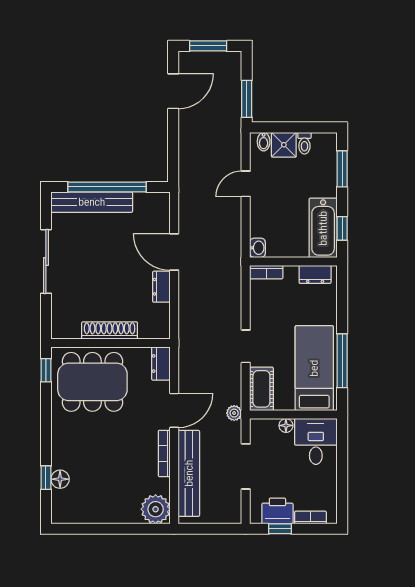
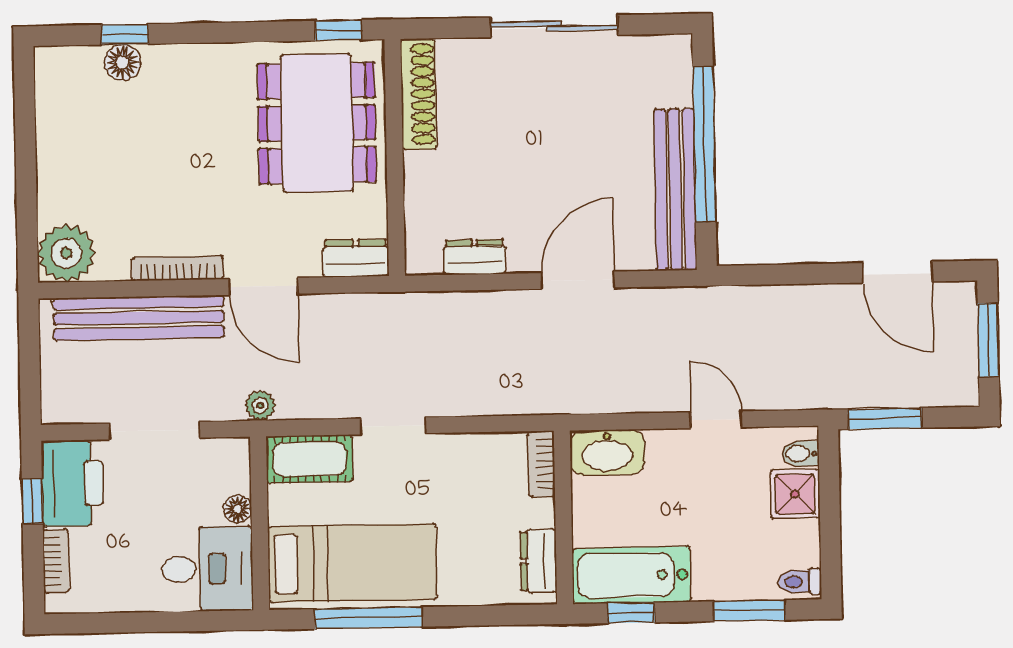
toilet: (304, 143) -> (800, 581), moved
bench: (92, 202) -> (675, 190), moved
washbasin: (258, 248) -> (607, 452), width x1.91, depth x1.45
dresser: (161, 287) -> (475, 257), moved
shoe rack: (110, 330) -> (419, 94), moved
printer: (277, 511) -> (72, 484), width x1.37, depth x1.19

